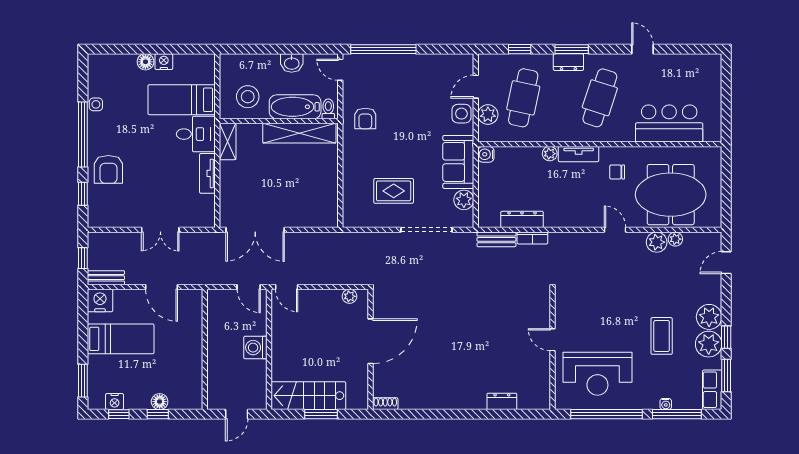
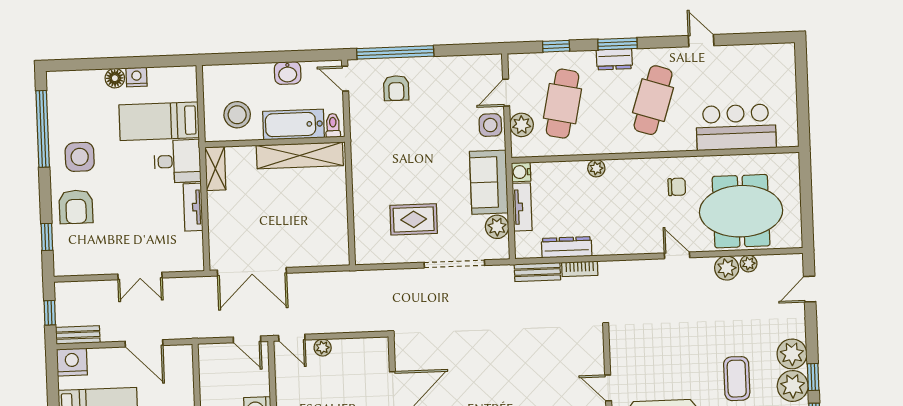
side table: (96, 104) -> (80, 157), moved, width x1.87, depth x1.87
armchair: (365, 118) -> (396, 88), moved
window: (83, 134) -> (43, 129), moved
tv unit: (579, 154) -> (522, 207), moved, turned -90
chair: (617, 172) -> (677, 187), turned 180
plant: (349, 296) -> (323, 348), moved

